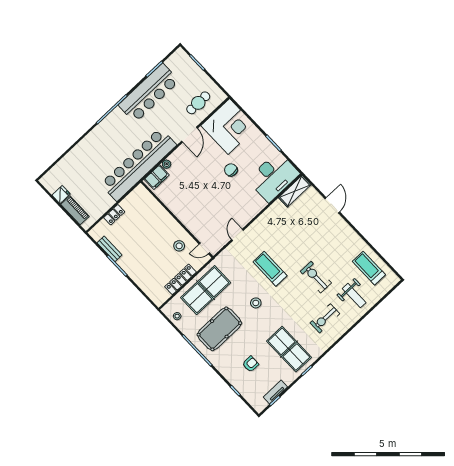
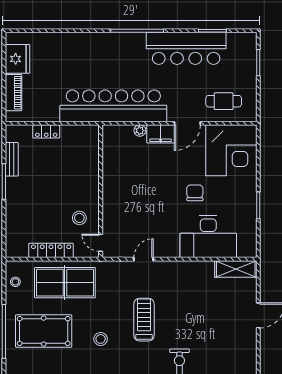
filing cabinet: (157, 177) -> (161, 134), moved
desk: (273, 177) -> (208, 237), moved
fridge: (61, 195) -> (17, 59), width x1.88, depth x1.34

